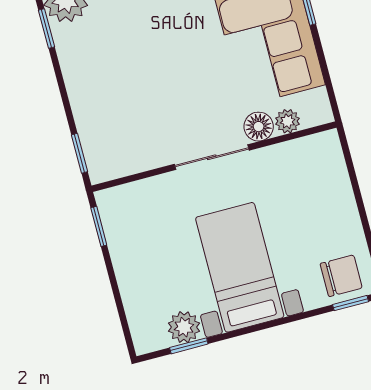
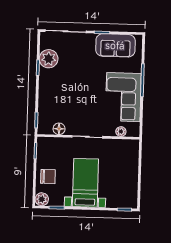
floor lamp: (259, 127) -> (59, 129), moved
chair: (341, 276) -> (48, 177), moved
plant: (184, 327) -> (42, 199), moved

